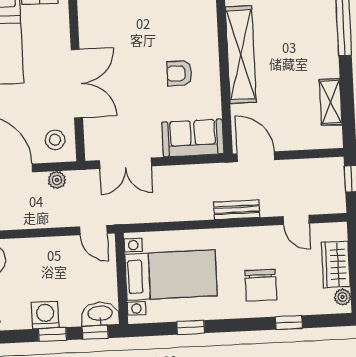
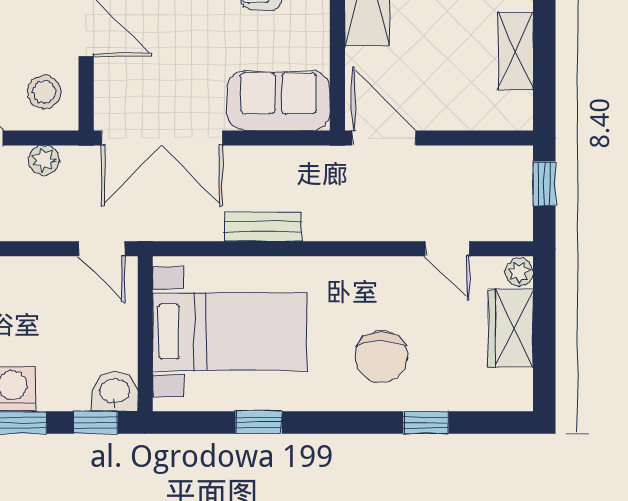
double door: (125, 163) -> (162, 138), width x1.37
bench: (237, 210) -> (263, 227), moved
plant: (343, 297) -> (519, 272), moved
washbasin: (100, 314) -> (115, 392), width x0.72

